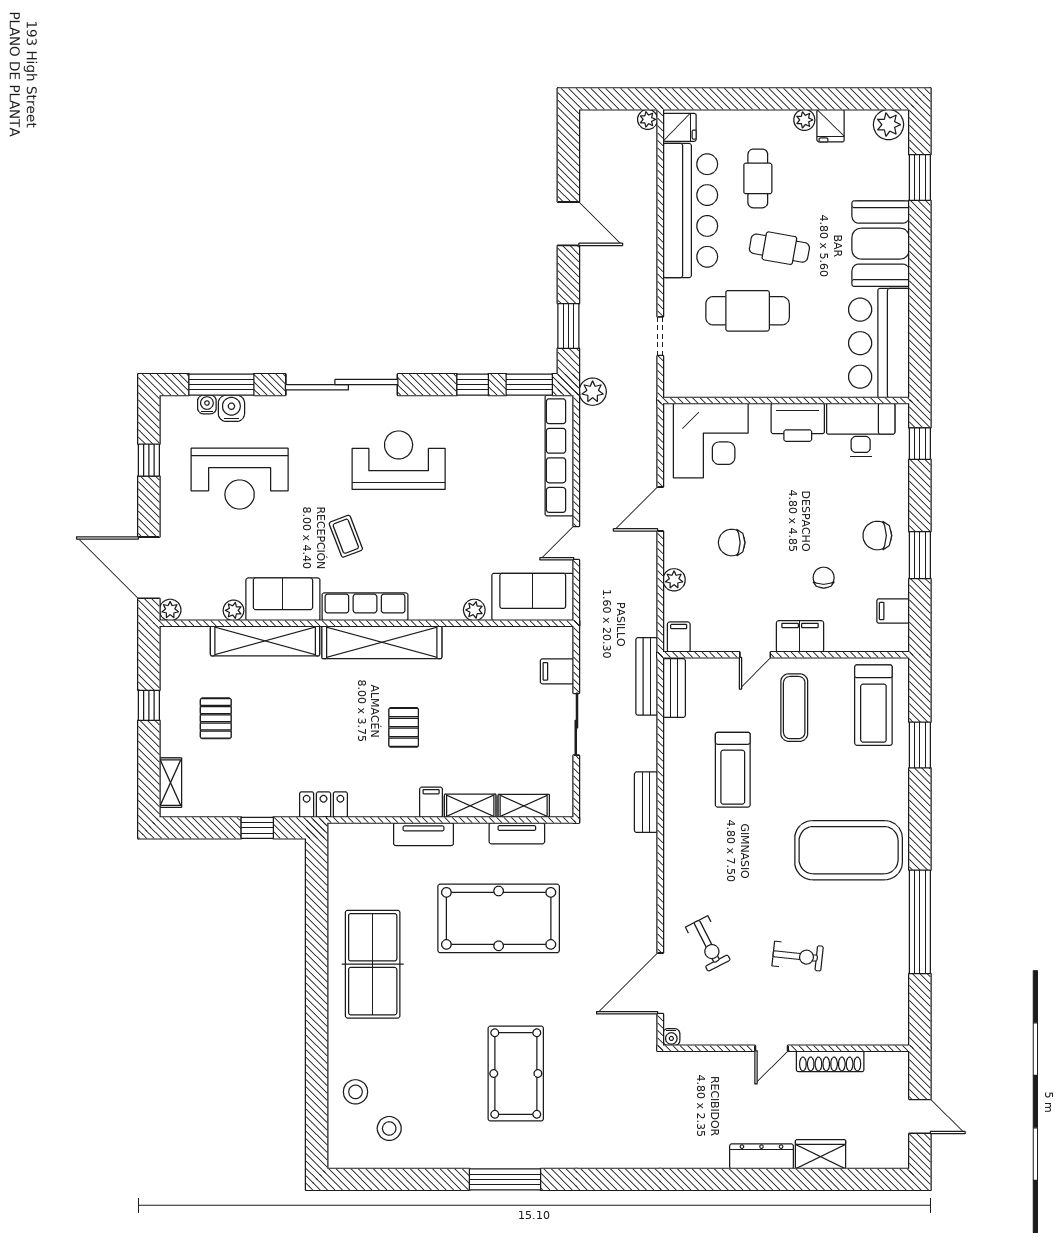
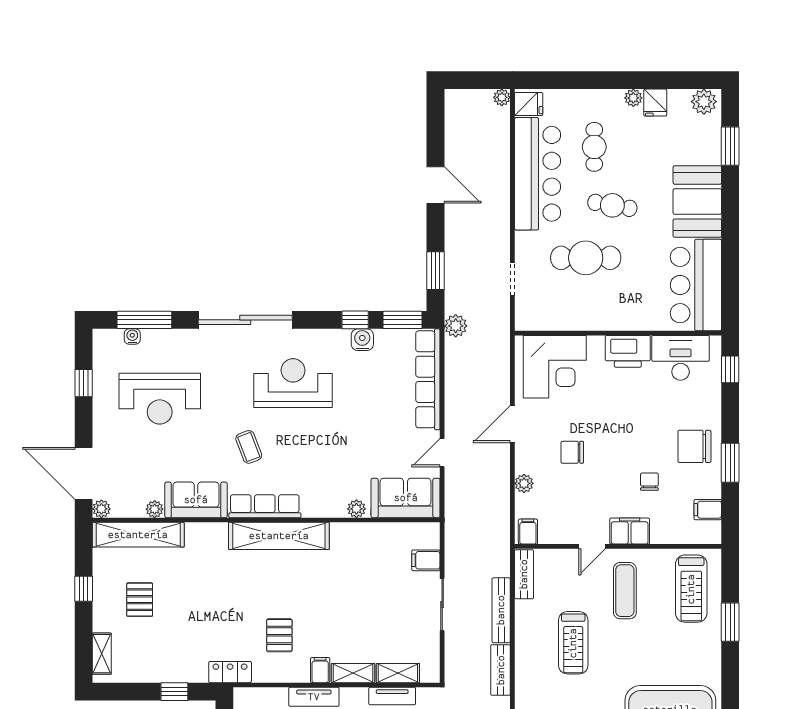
water cooler: (231, 408) -> (362, 340), moved
chair: (877, 536) -> (694, 446), width x1.37, depth x1.37
shelving: (265, 641) -> (138, 535), moved
bench: (647, 676) -> (501, 610), moved
pallet: (404, 727) -> (279, 635), moved

